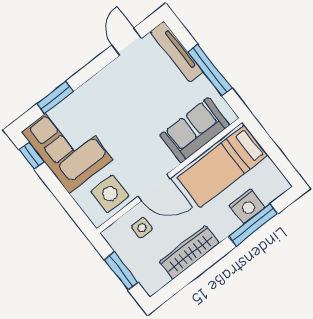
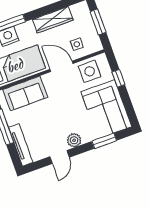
door: (127, 42) -> (60, 157), moved
plant: (100, 84) -> (74, 140), added
window: (32, 156) -> (118, 78), moved

